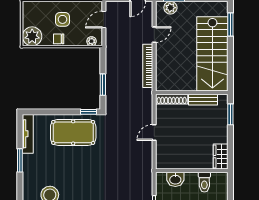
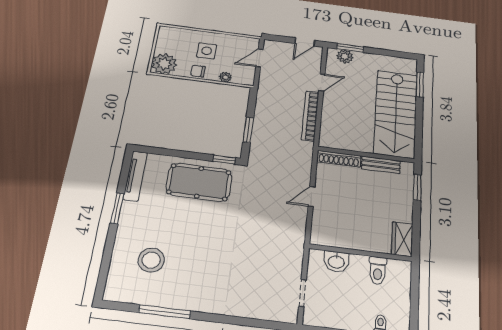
plant: (92, 41) -> (225, 77), moved

